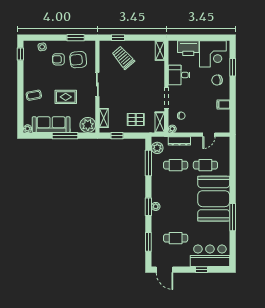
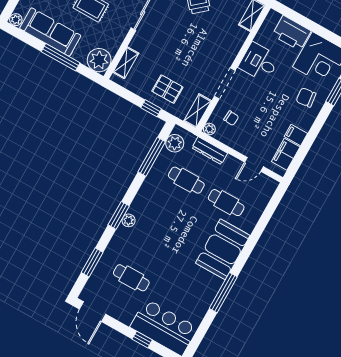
filing cabinet: (224, 119) -> (286, 154), added
window: (117, 136) -> (151, 108), moved
booth: (214, 199) -> (223, 249), width x0.73, depth x0.70

